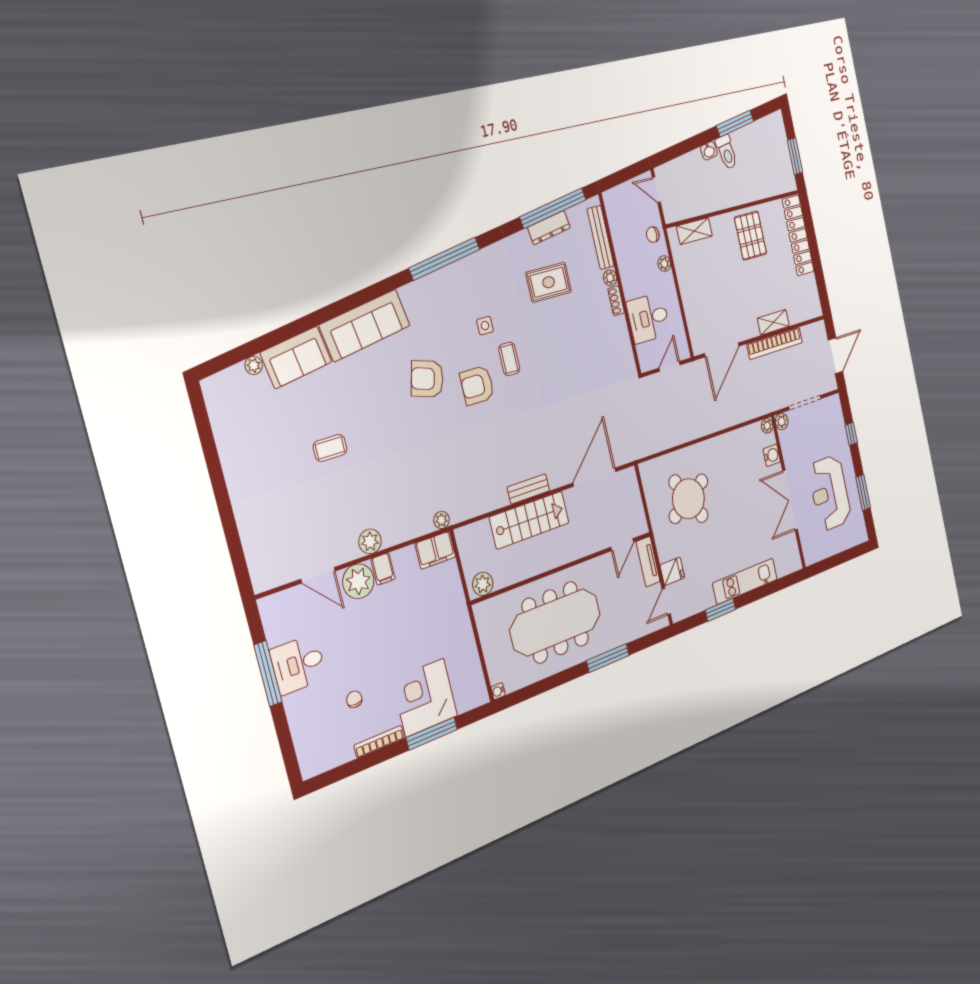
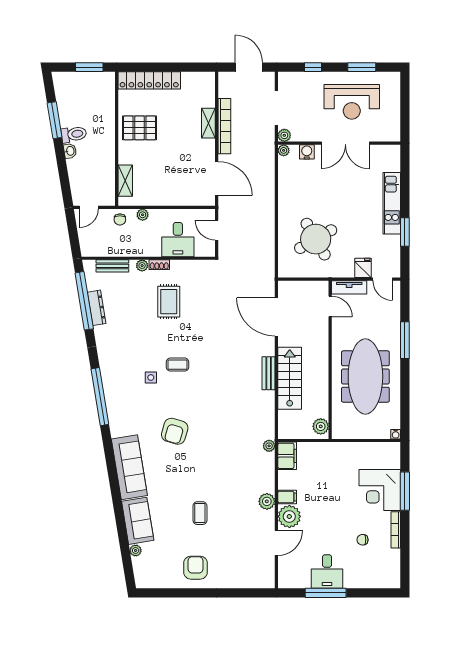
bench: (601, 237) -> (112, 266), width x0.73
rug: (549, 282) -> (169, 302), moved
armchair: (477, 385) -> (196, 568), moved, turned 180

